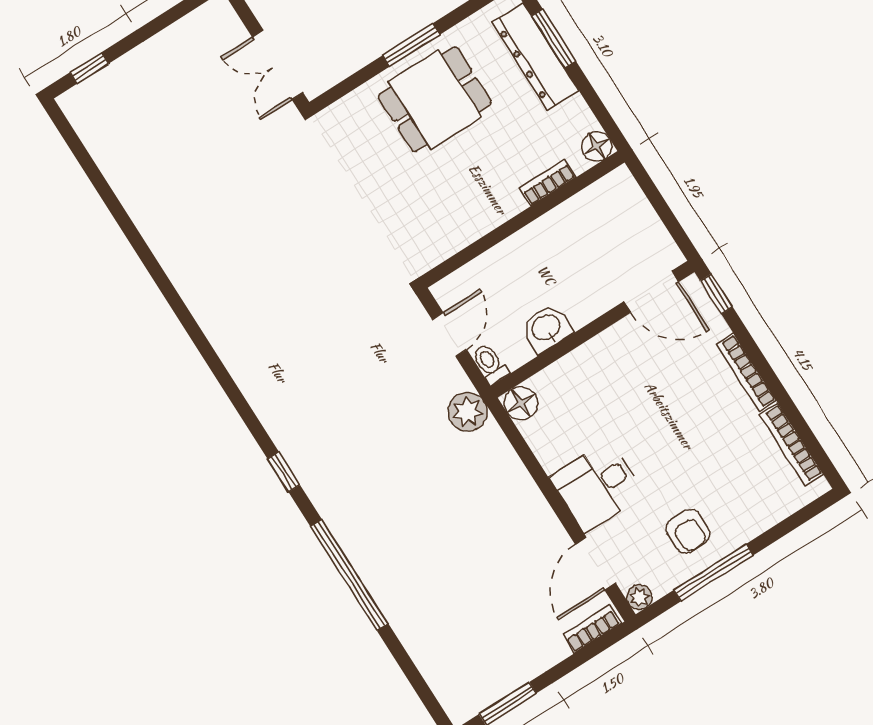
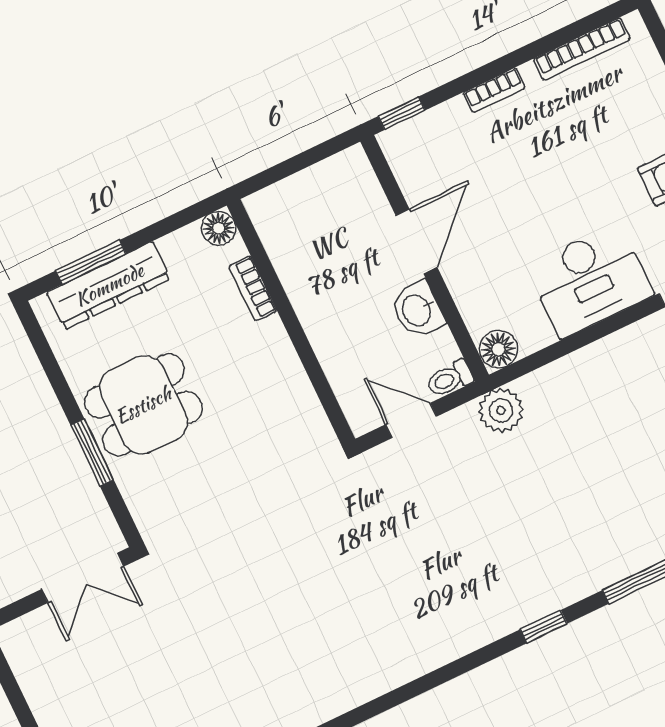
window: (411, 45) -> (92, 452), moved
dining table: (435, 100) -> (143, 405), turned 90
door: (651, 292) -> (417, 241), moved
bookcase: (746, 372) -> (494, 90), width x0.64
desk: (597, 486) -> (590, 280), width x1.37

